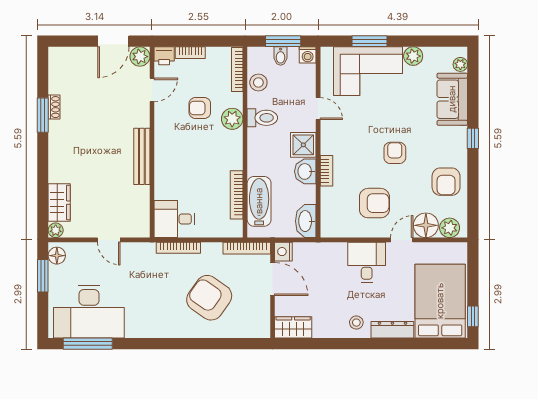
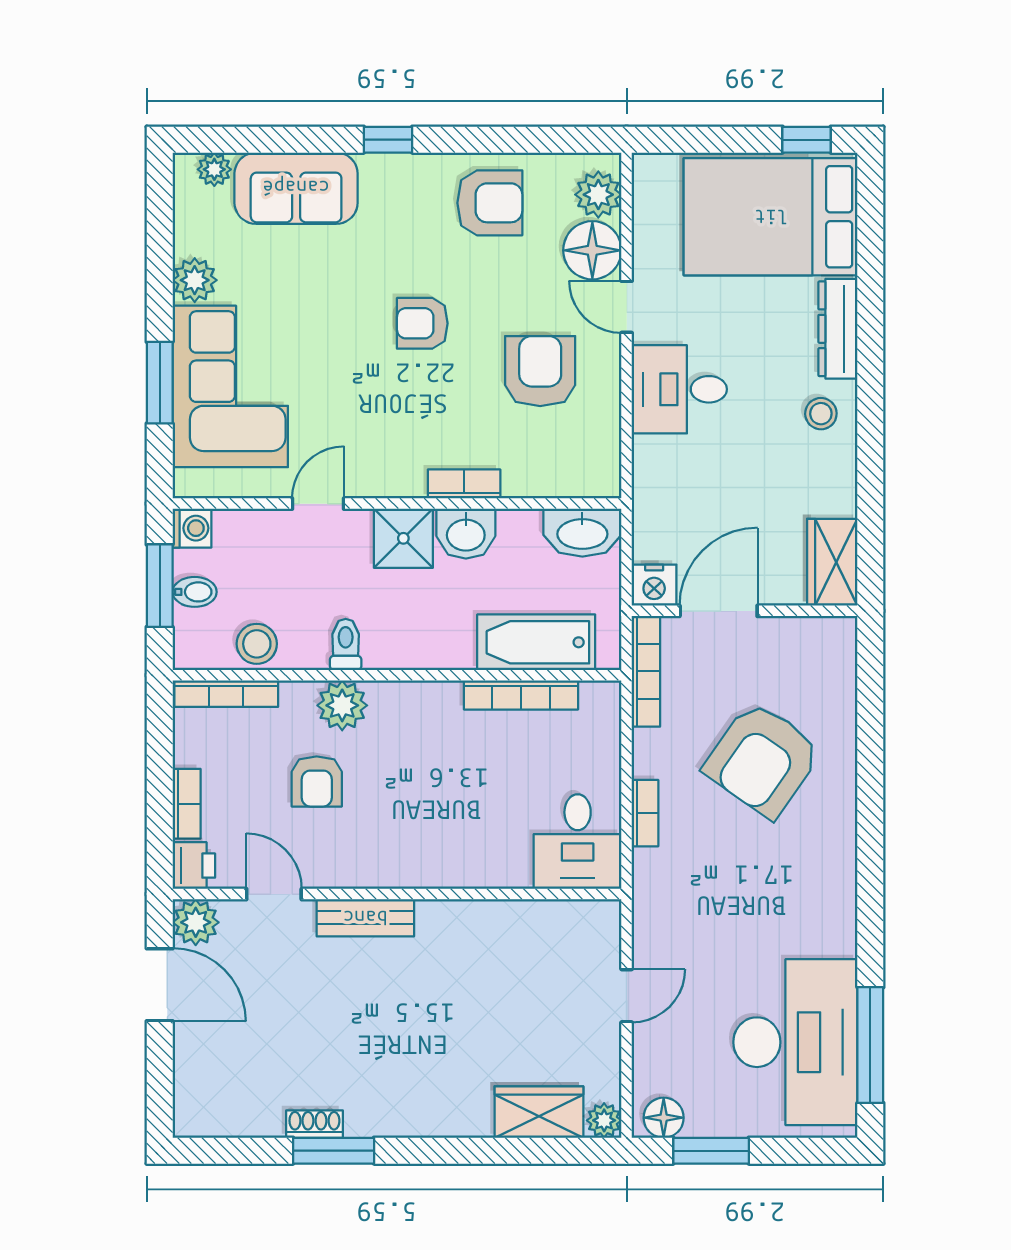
toilet: (262, 118) -> (346, 644), width x0.73, depth x0.72
bench: (142, 156) -> (365, 918), moved, width x0.73
bookcase: (178, 248) -> (645, 813), width x0.64

